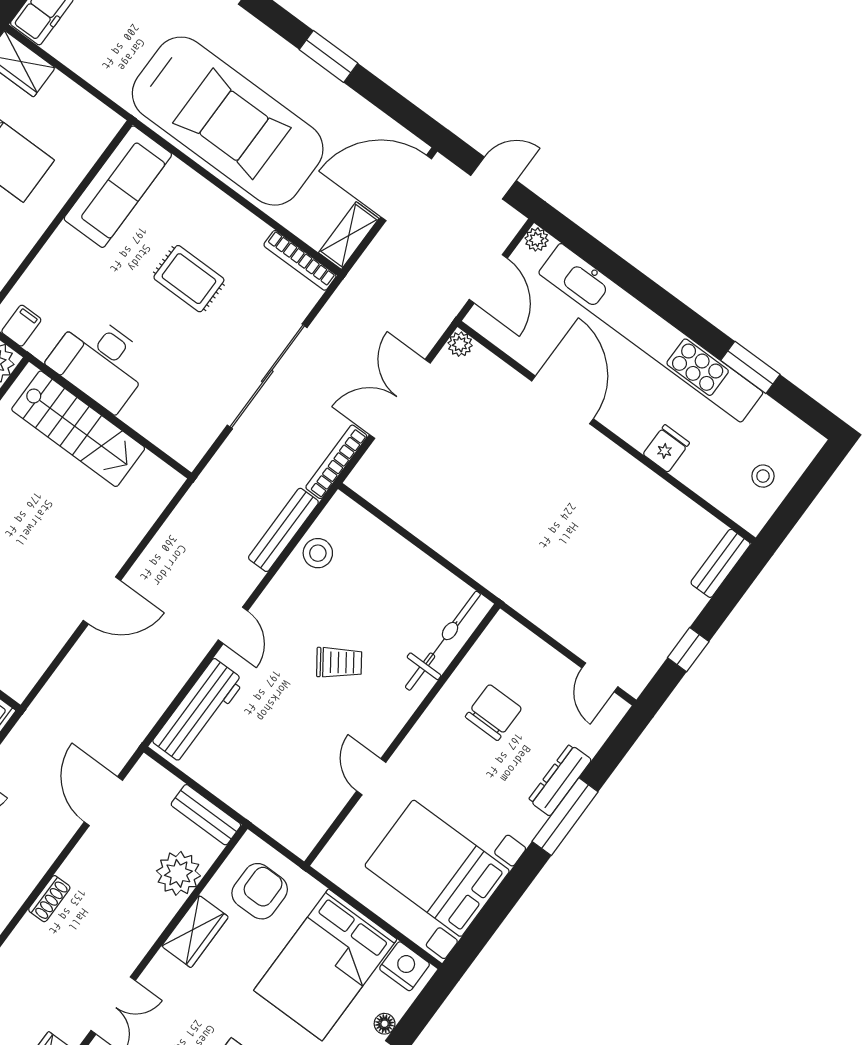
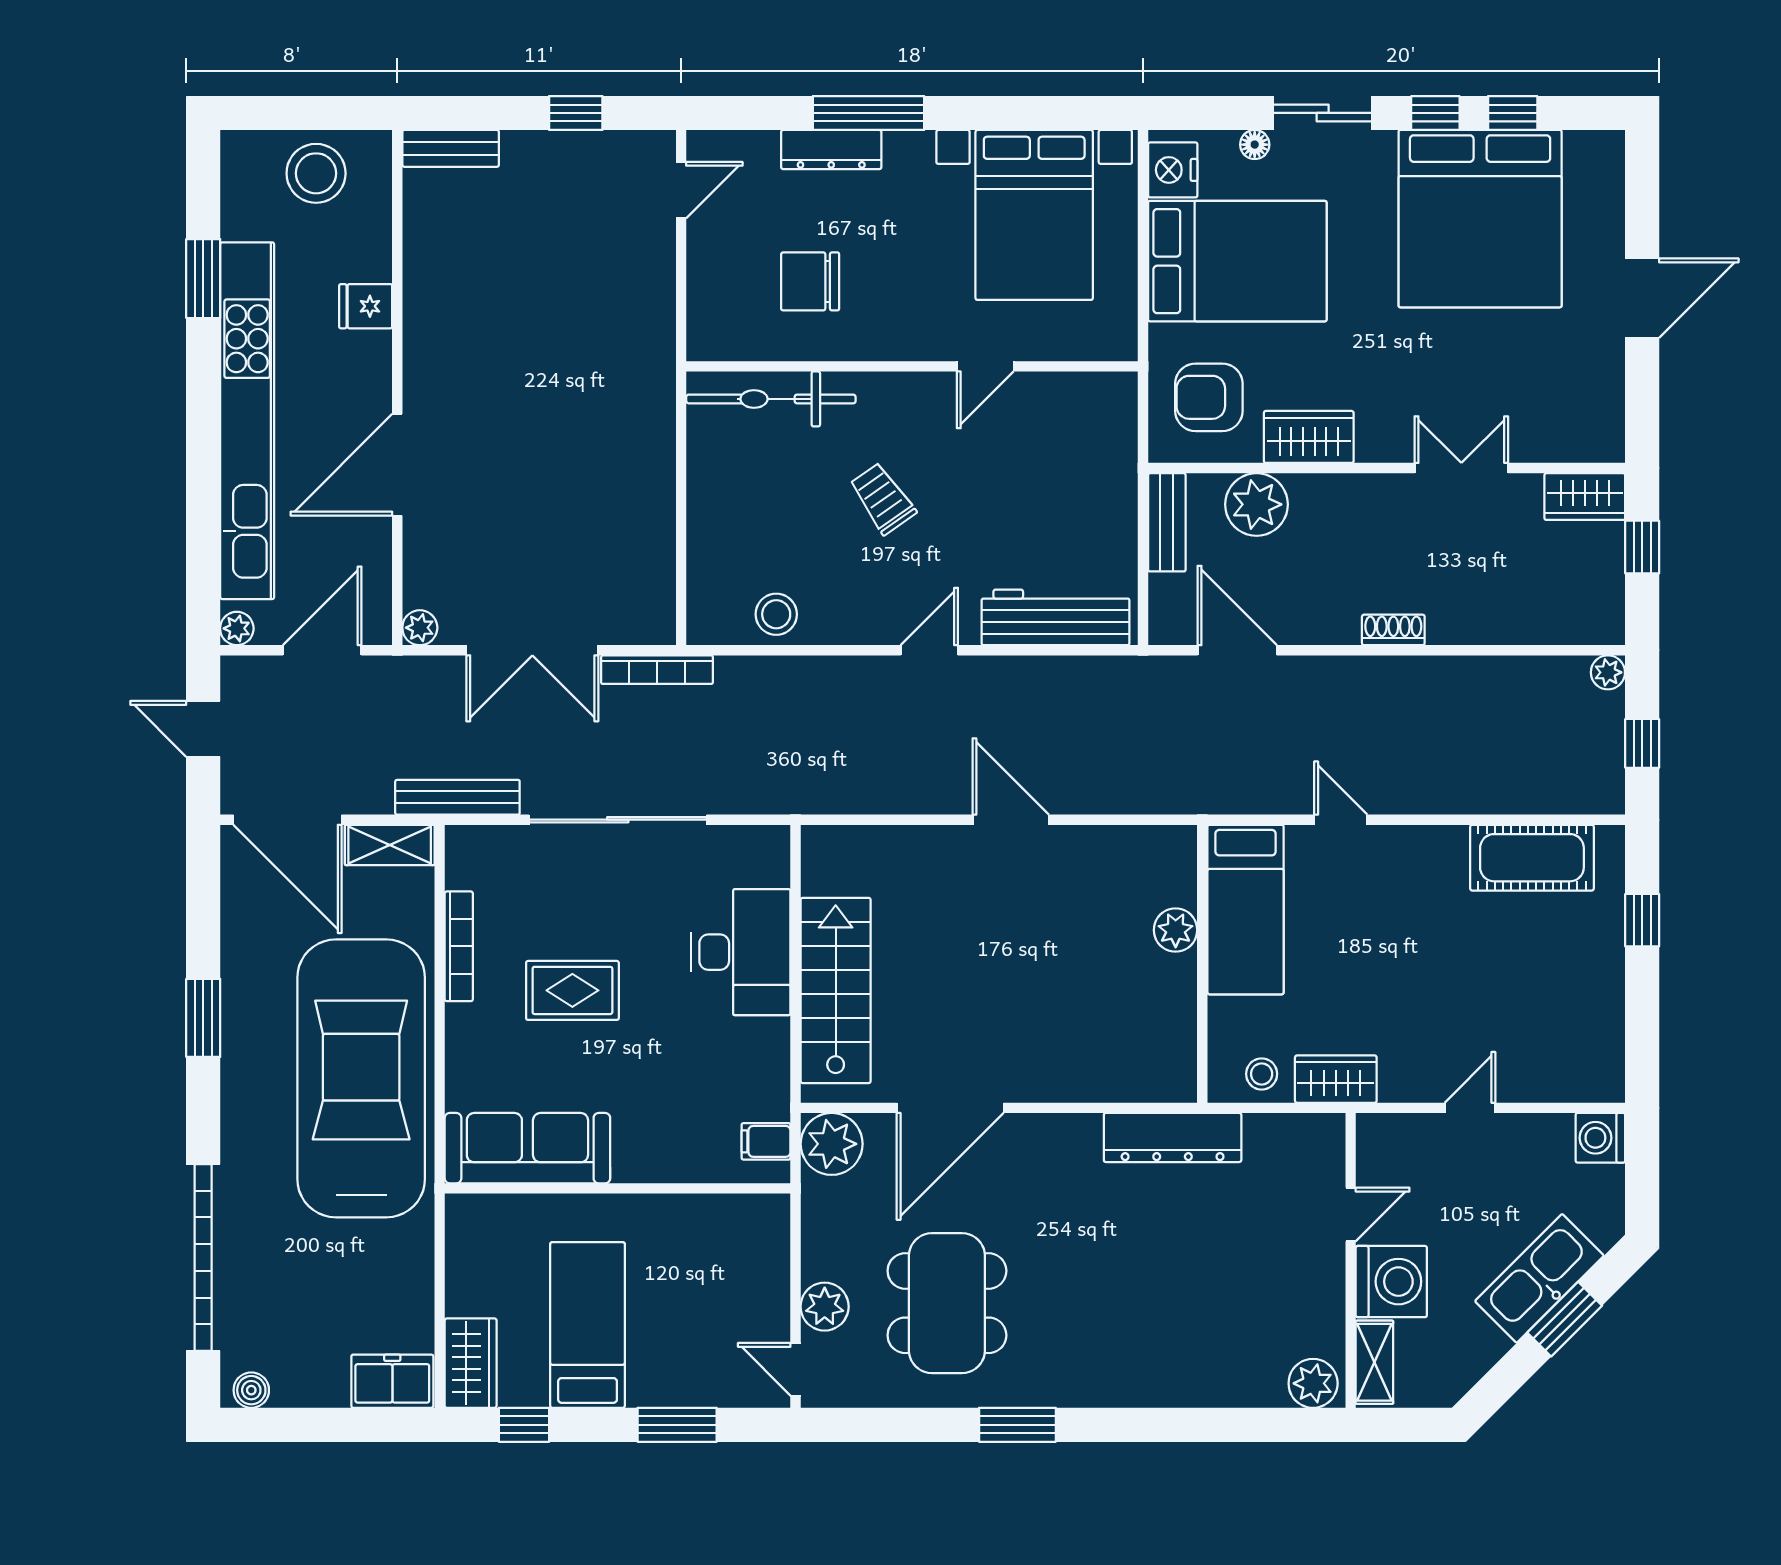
bookcase: (300, 260) -> (459, 946), moved
rug: (189, 279) -> (572, 990), turned 90
desk: (100, 362) -> (741, 952), moved
stool: (763, 476) -> (316, 173), width x1.89, depth x1.89
bench: (283, 530) -> (457, 797), moved
door: (103, 801) -> (1237, 650), swing flipped

